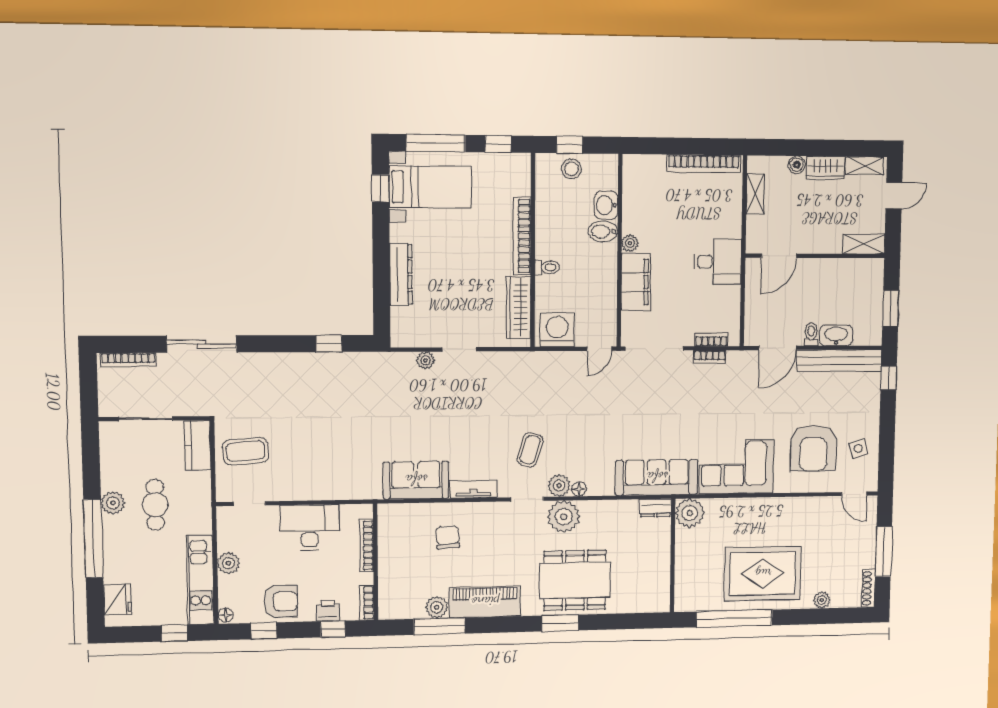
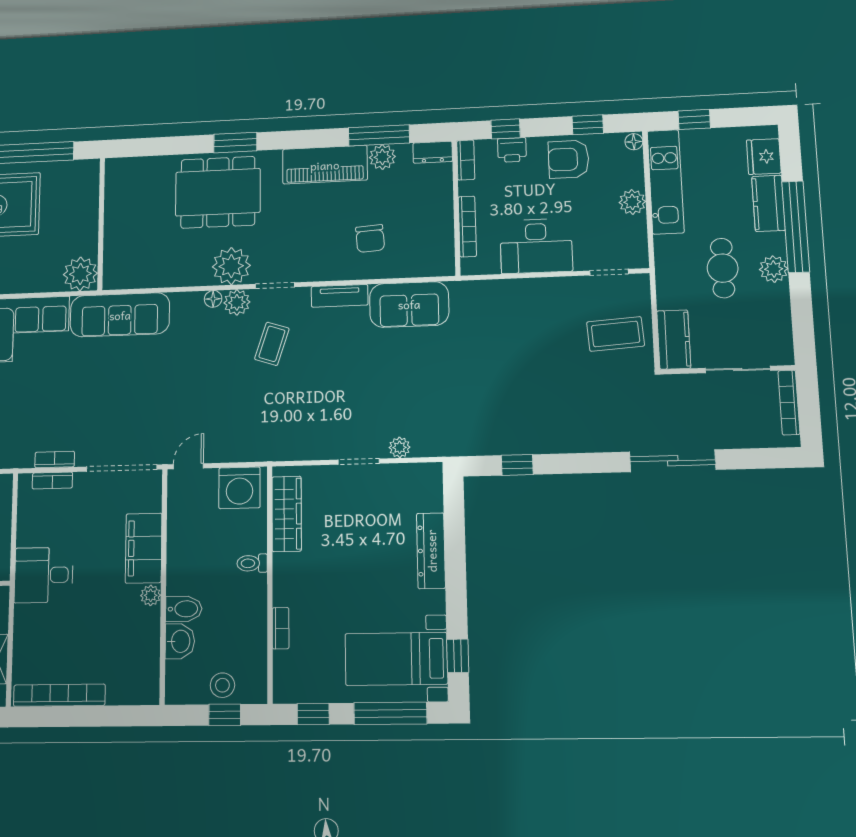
bookcase: (522, 236) -> (281, 628), width x0.43, depth x0.76
bookcase: (128, 360) -> (789, 402), moved, turned -90
dresser: (656, 508) -> (433, 152), moved, turned 180
kitchen counter: (115, 559) -> (769, 203), added

